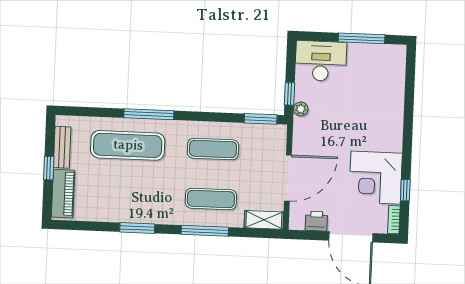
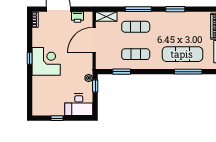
window: (362, 38) -> (57, 118), width x0.46
window: (149, 114) -> (188, 72), moved
window: (261, 119) -> (122, 72), moved
corner desk: (376, 178) -> (46, 61), moved
window: (405, 190) -> (30, 58), moved

